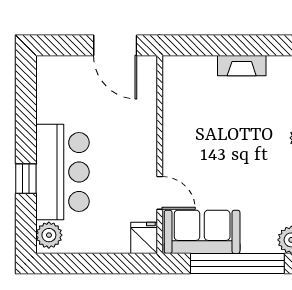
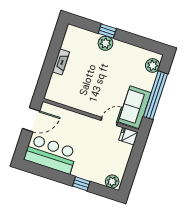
bar counter: (62, 172) -> (51, 154), moved

